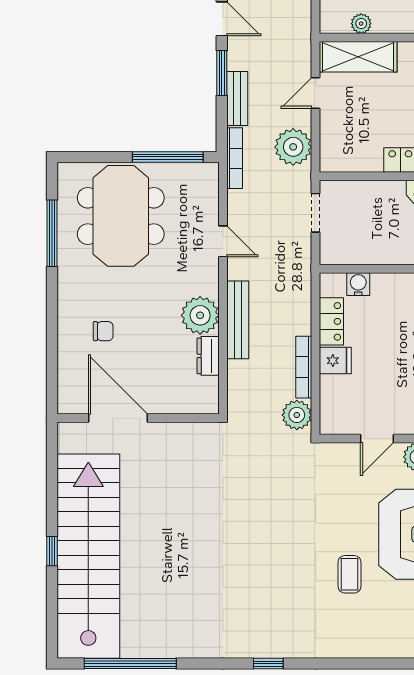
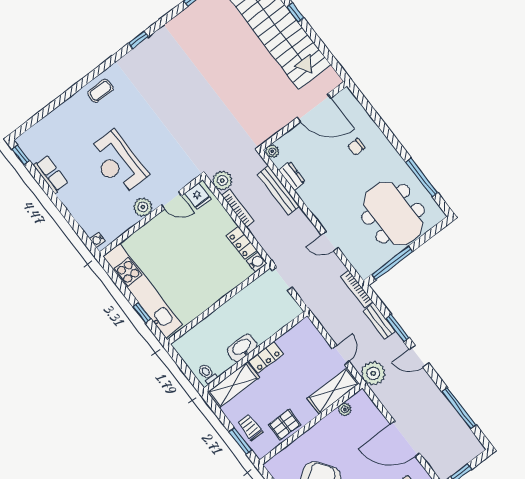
plant: (293, 147) -> (373, 373), moved
doorway: (316, 213) -> (282, 279), moved
water cooler: (358, 284) -> (257, 262), moved, turned -90
plant: (200, 315) -> (272, 151), moved, width x0.53, depth x0.53
bench: (238, 320) -> (278, 190), moved
fridge: (335, 361) -> (198, 196), moved, turned -90
door: (377, 439) -> (171, 200), swing flipped
coffee table: (350, 574) -> (100, 91), moved, turned 90

